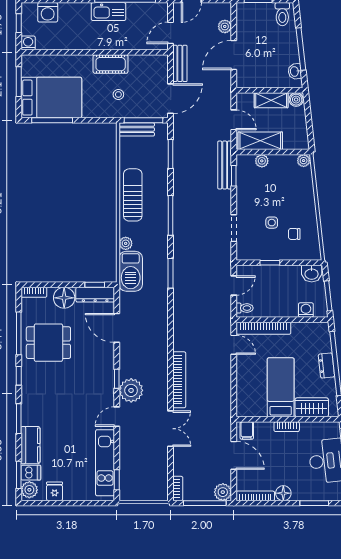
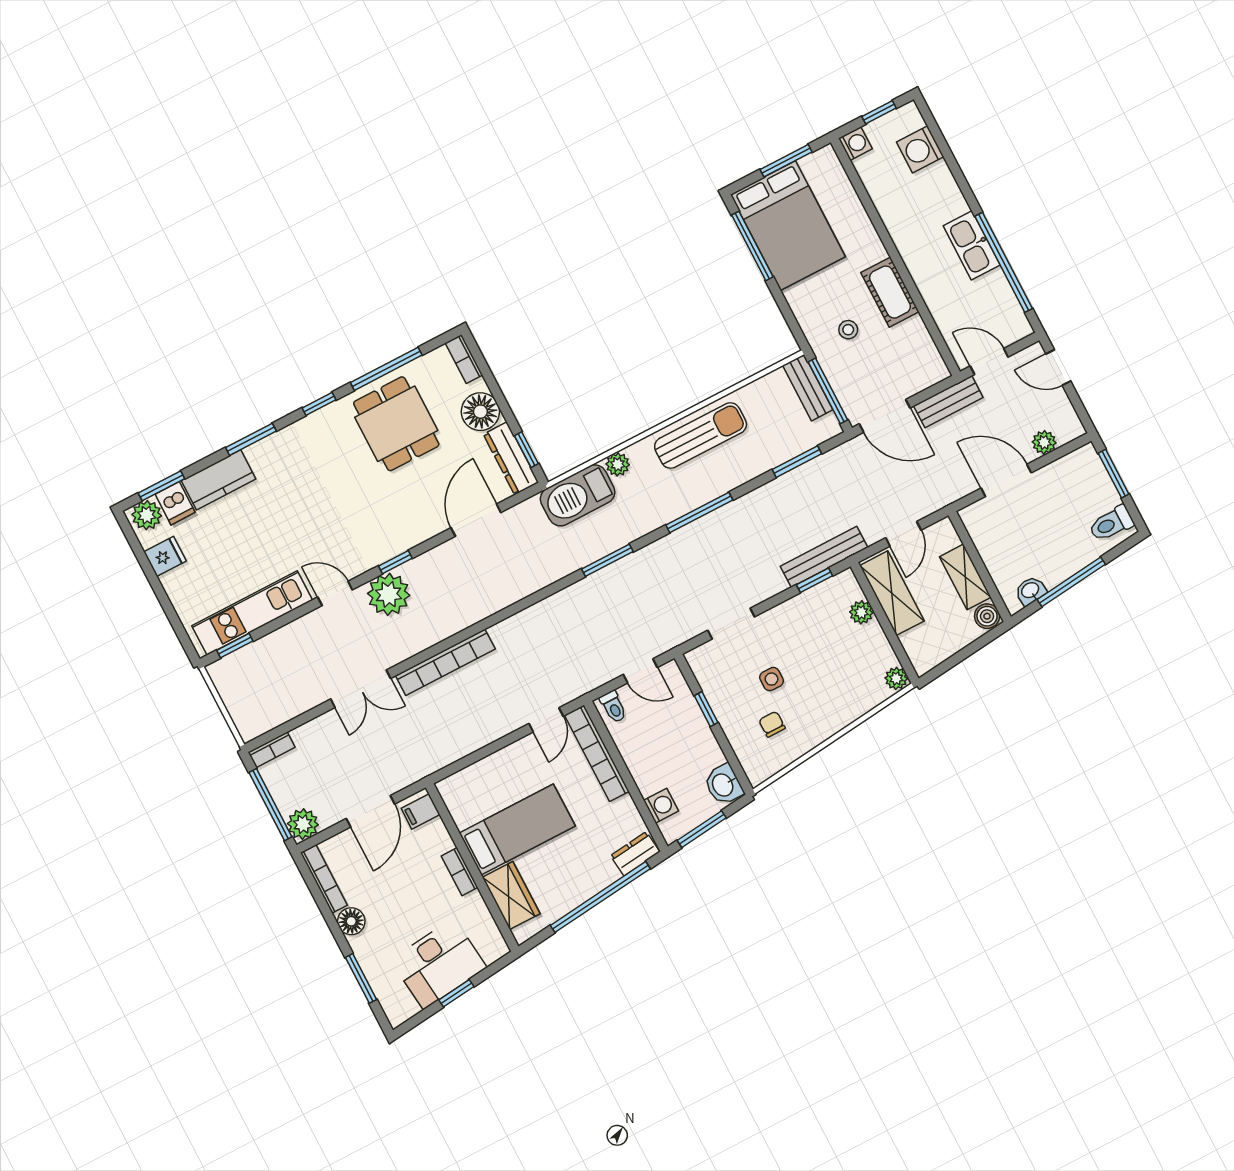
dresser: (326, 365) -> (635, 854), moved

